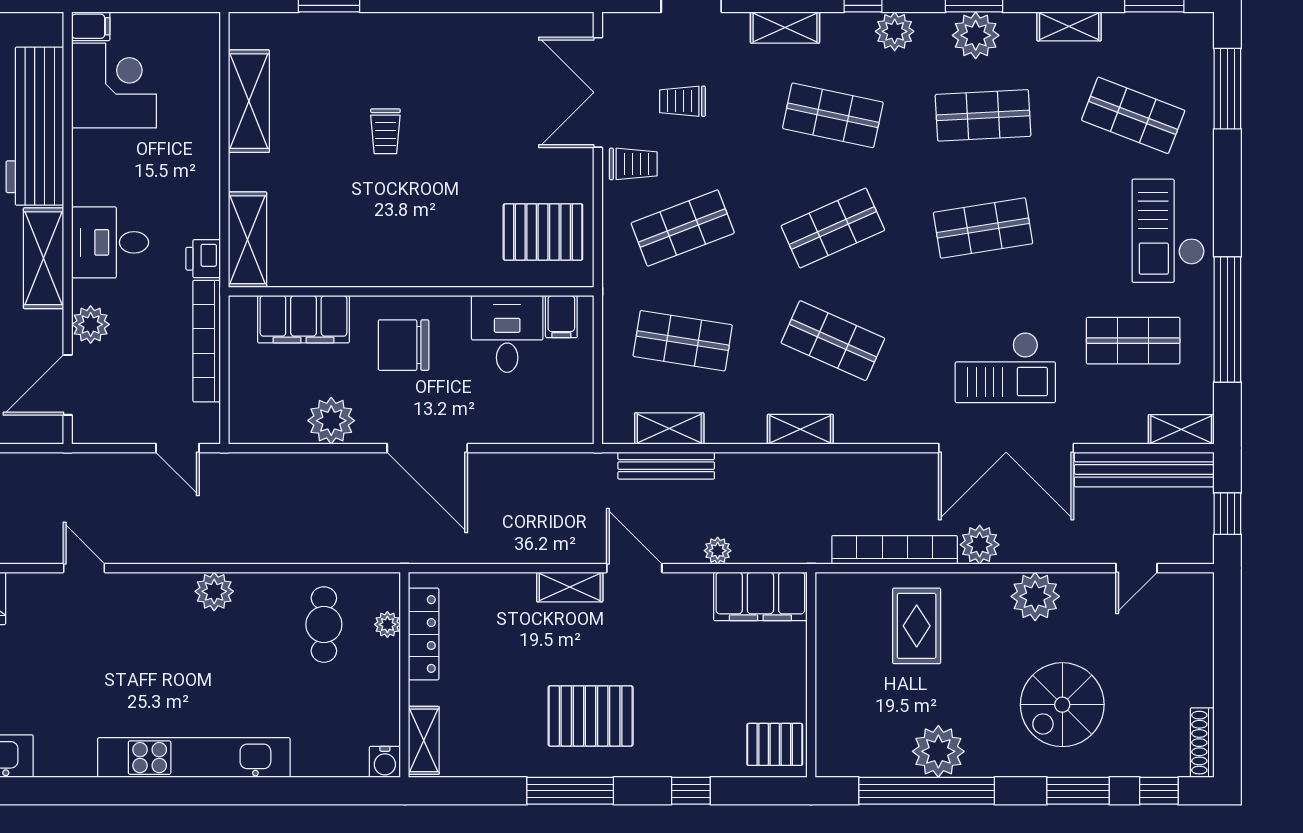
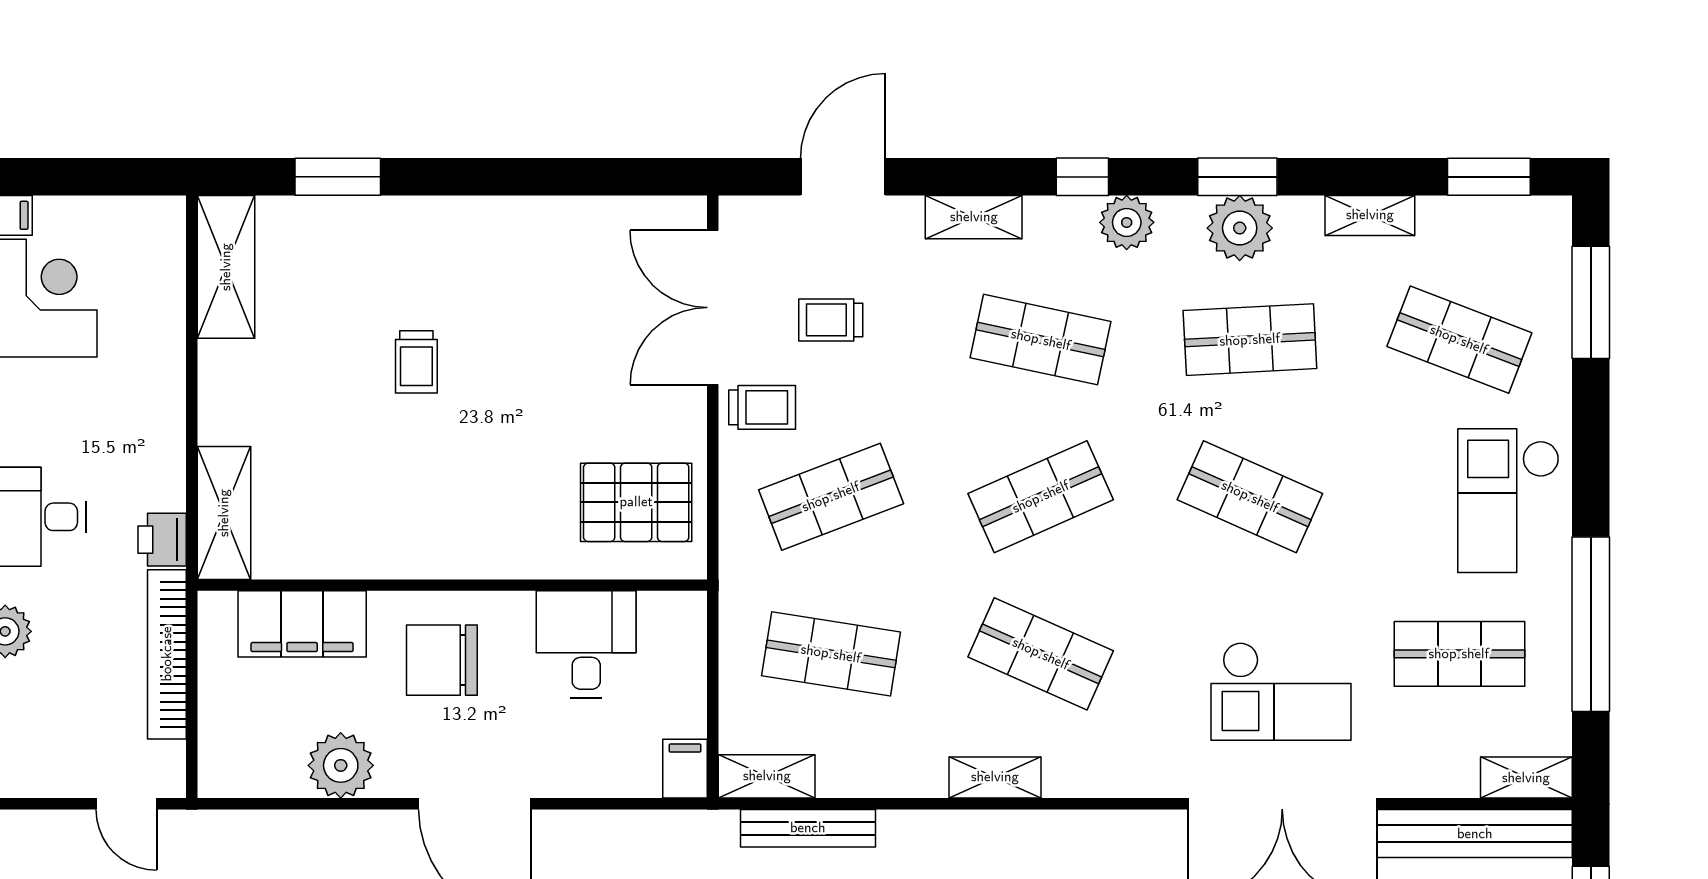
shelving: (249, 101) -> (226, 267), moved
shop shelf: (983, 228) -> (1250, 497), turned 33
filing cabinet: (561, 316) -> (685, 769), moved, turned 180
shelving: (669, 428) -> (767, 776), moved

